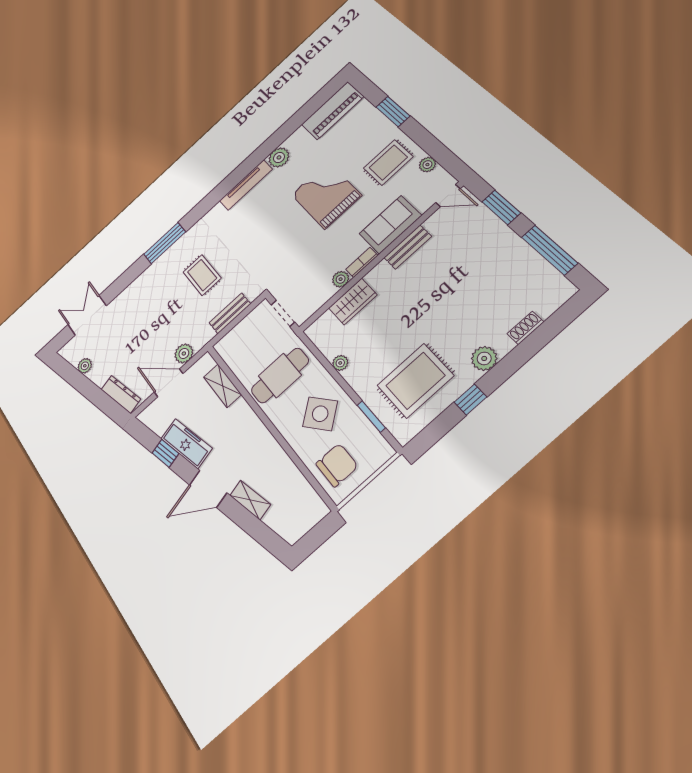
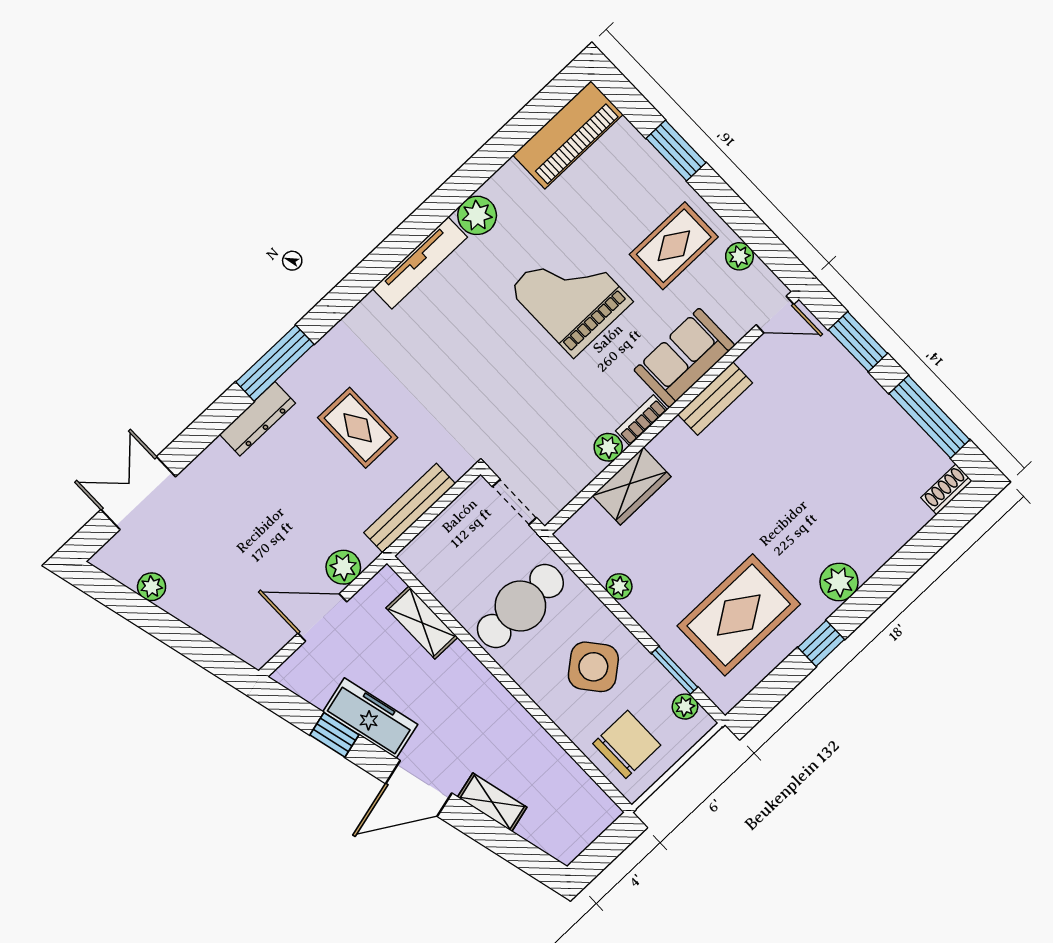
bench: (230, 313) -> (410, 508), width x1.36
shoe rack: (525, 328) -> (946, 489), moved
dresser: (121, 394) -> (257, 419), moved, turned 104
plant: (376, 441) -> (685, 707), added

